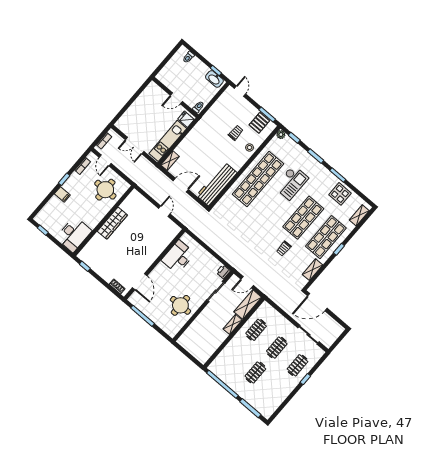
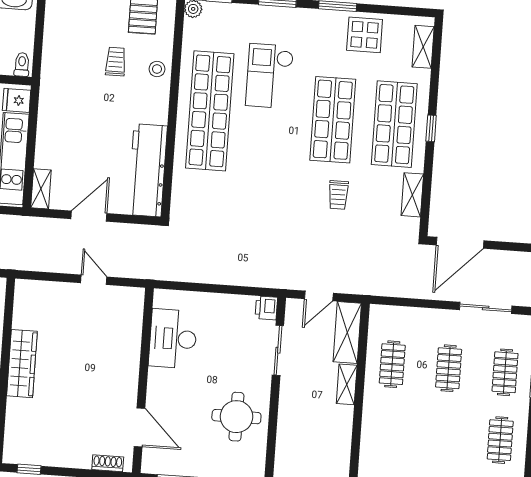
checkout: (291, 183) -> (270, 76), turned 180
clothes rail: (255, 372) -> (500, 440), moved

